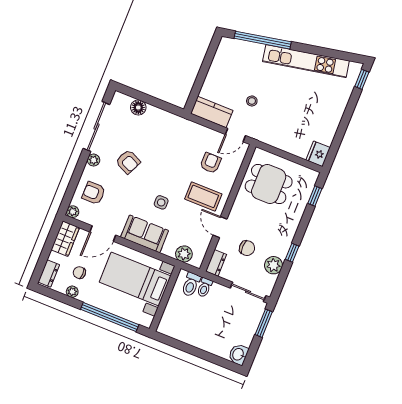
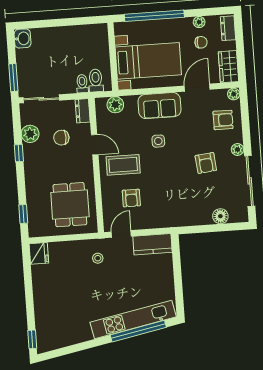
kitchen unit: (306, 61) -> (133, 320), moved
stool: (252, 101) -> (98, 258), moved
armchair: (128, 162) -> (206, 163), turned -121
dining table: (269, 184) -> (70, 205), turned 90

